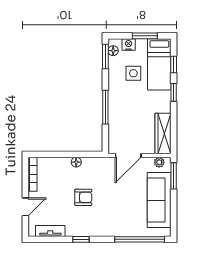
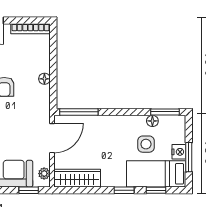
nightstand: (129, 44) -> (179, 152), moved
floor lamp: (113, 51) -> (152, 121), moved
window: (105, 107) -> (79, 112), moved
door: (128, 155) -> (52, 138), swing flipped
window: (174, 176) -> (29, 190), width x0.67

